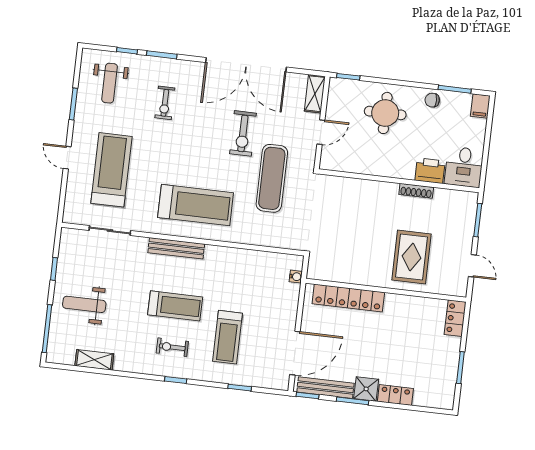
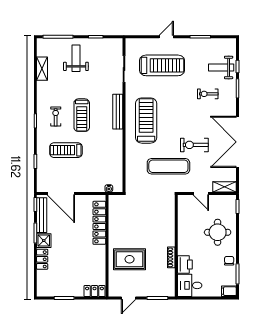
weight bench: (110, 83) -> (221, 67), moved
treadmill: (196, 205) -> (146, 121), turned 180

